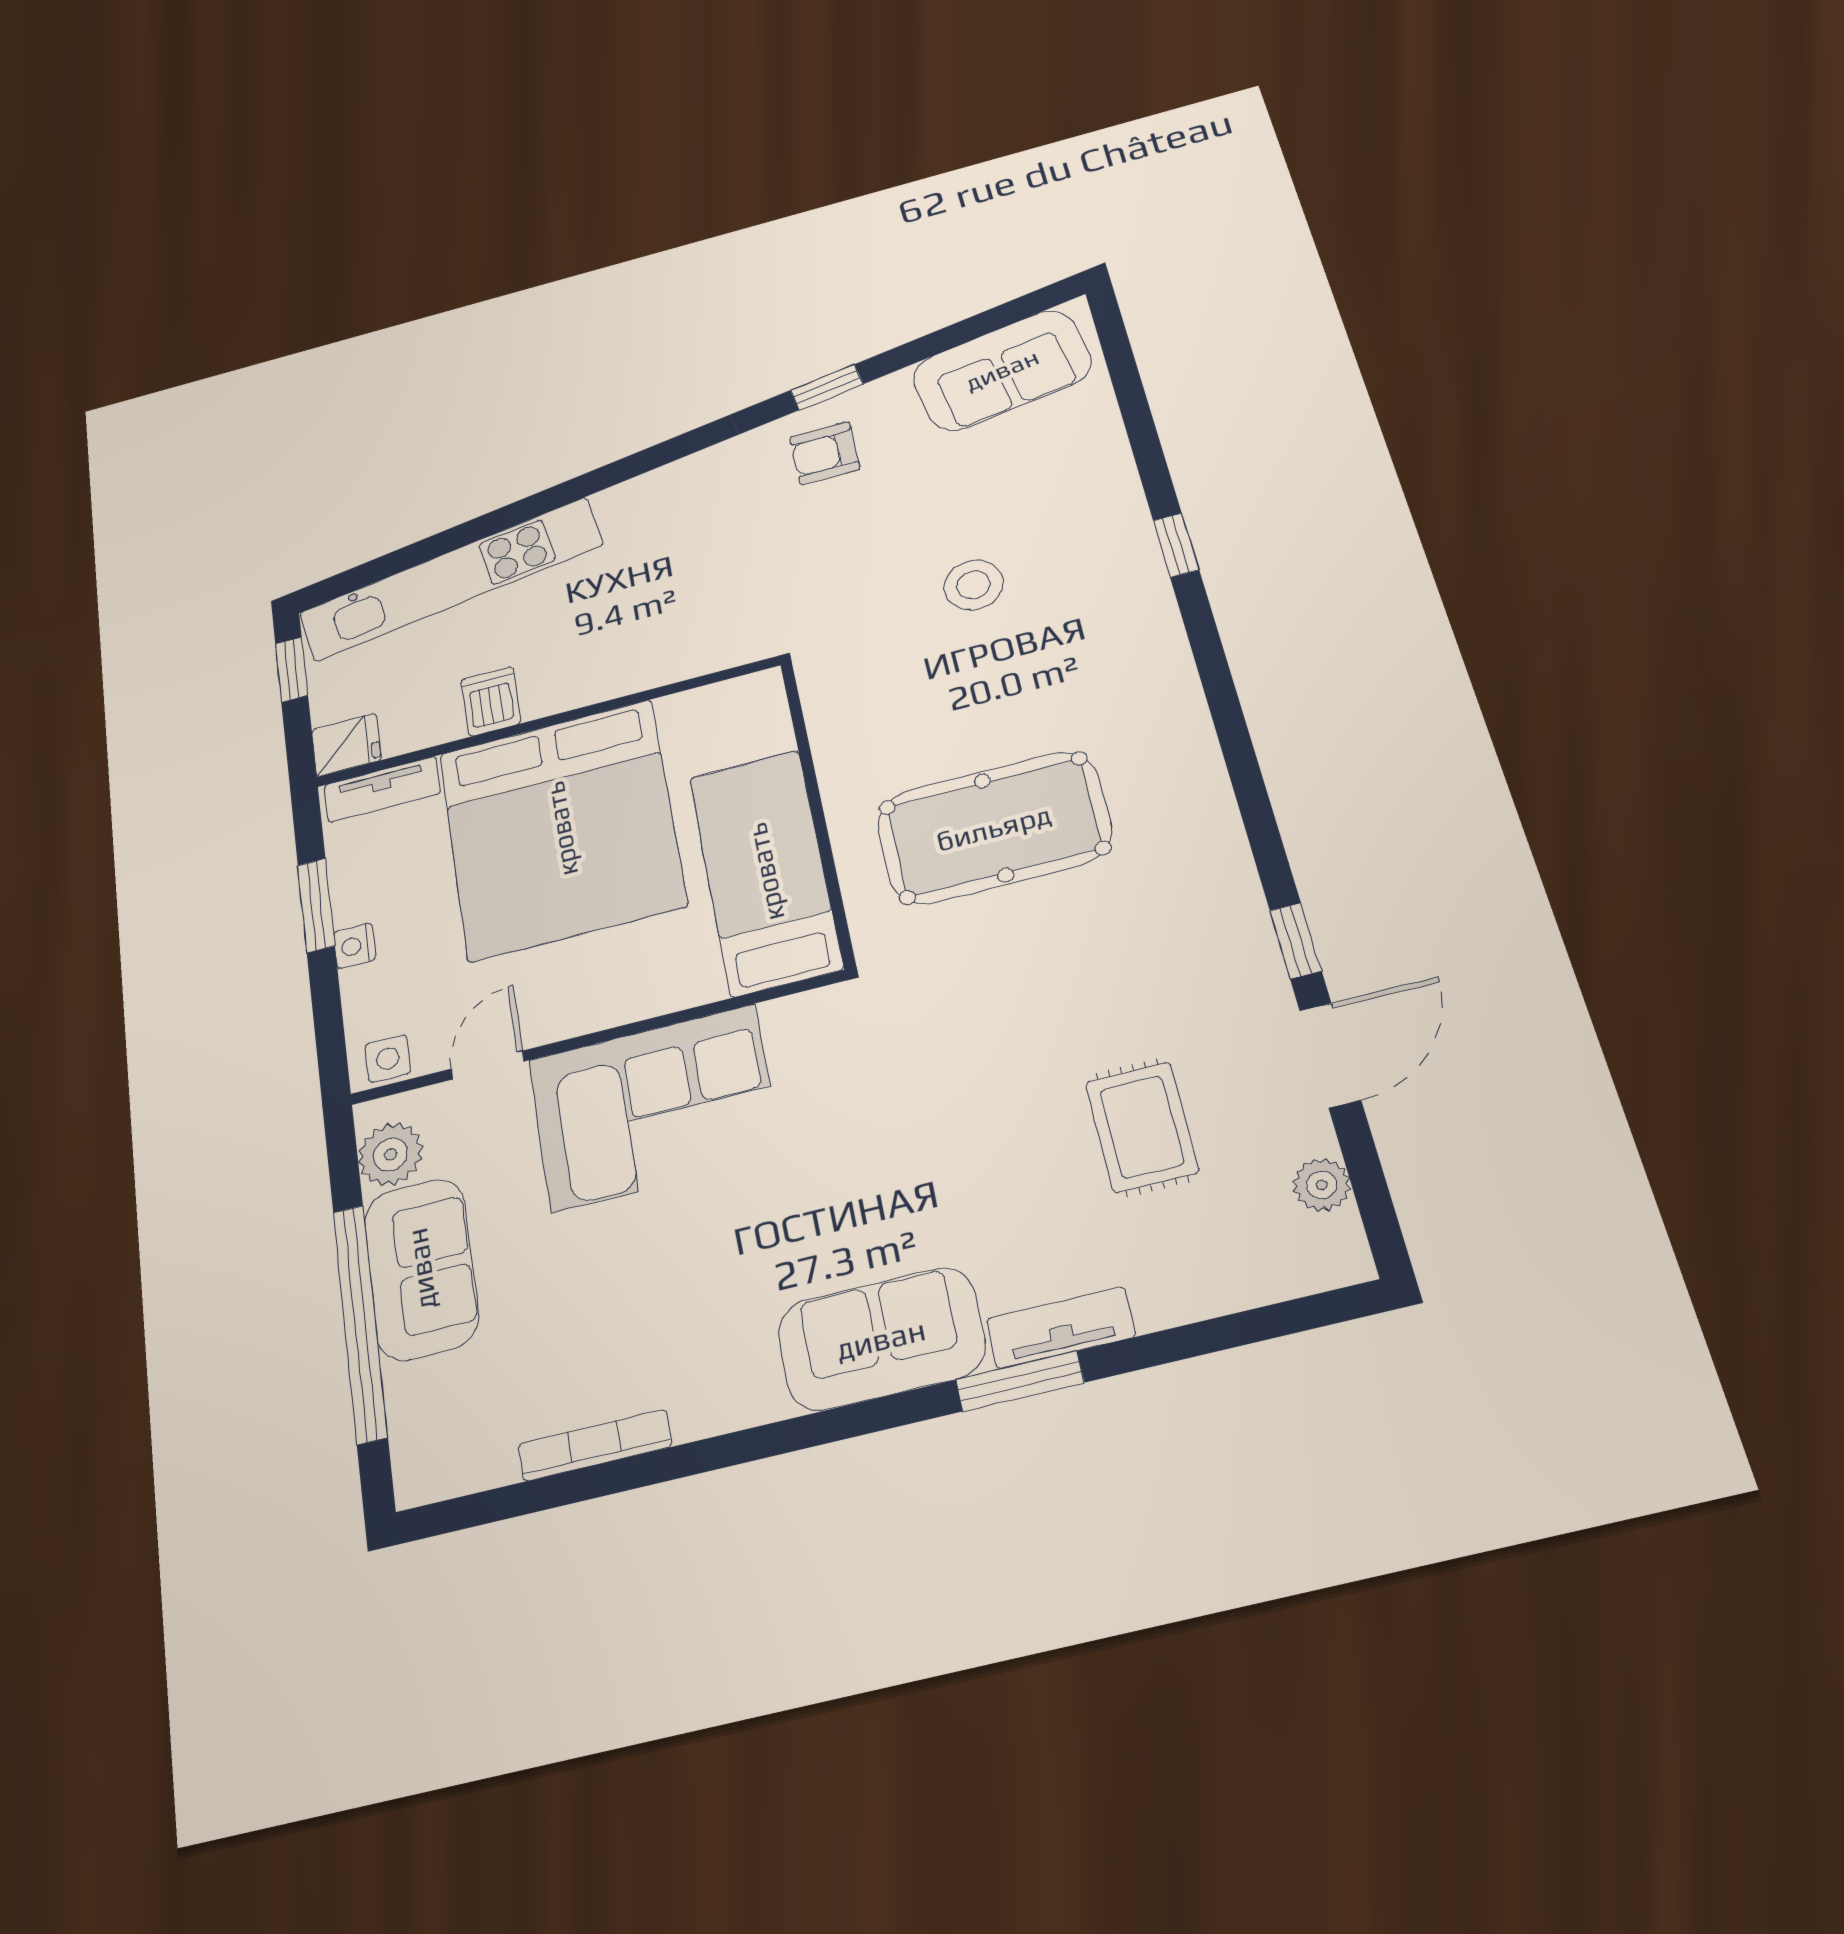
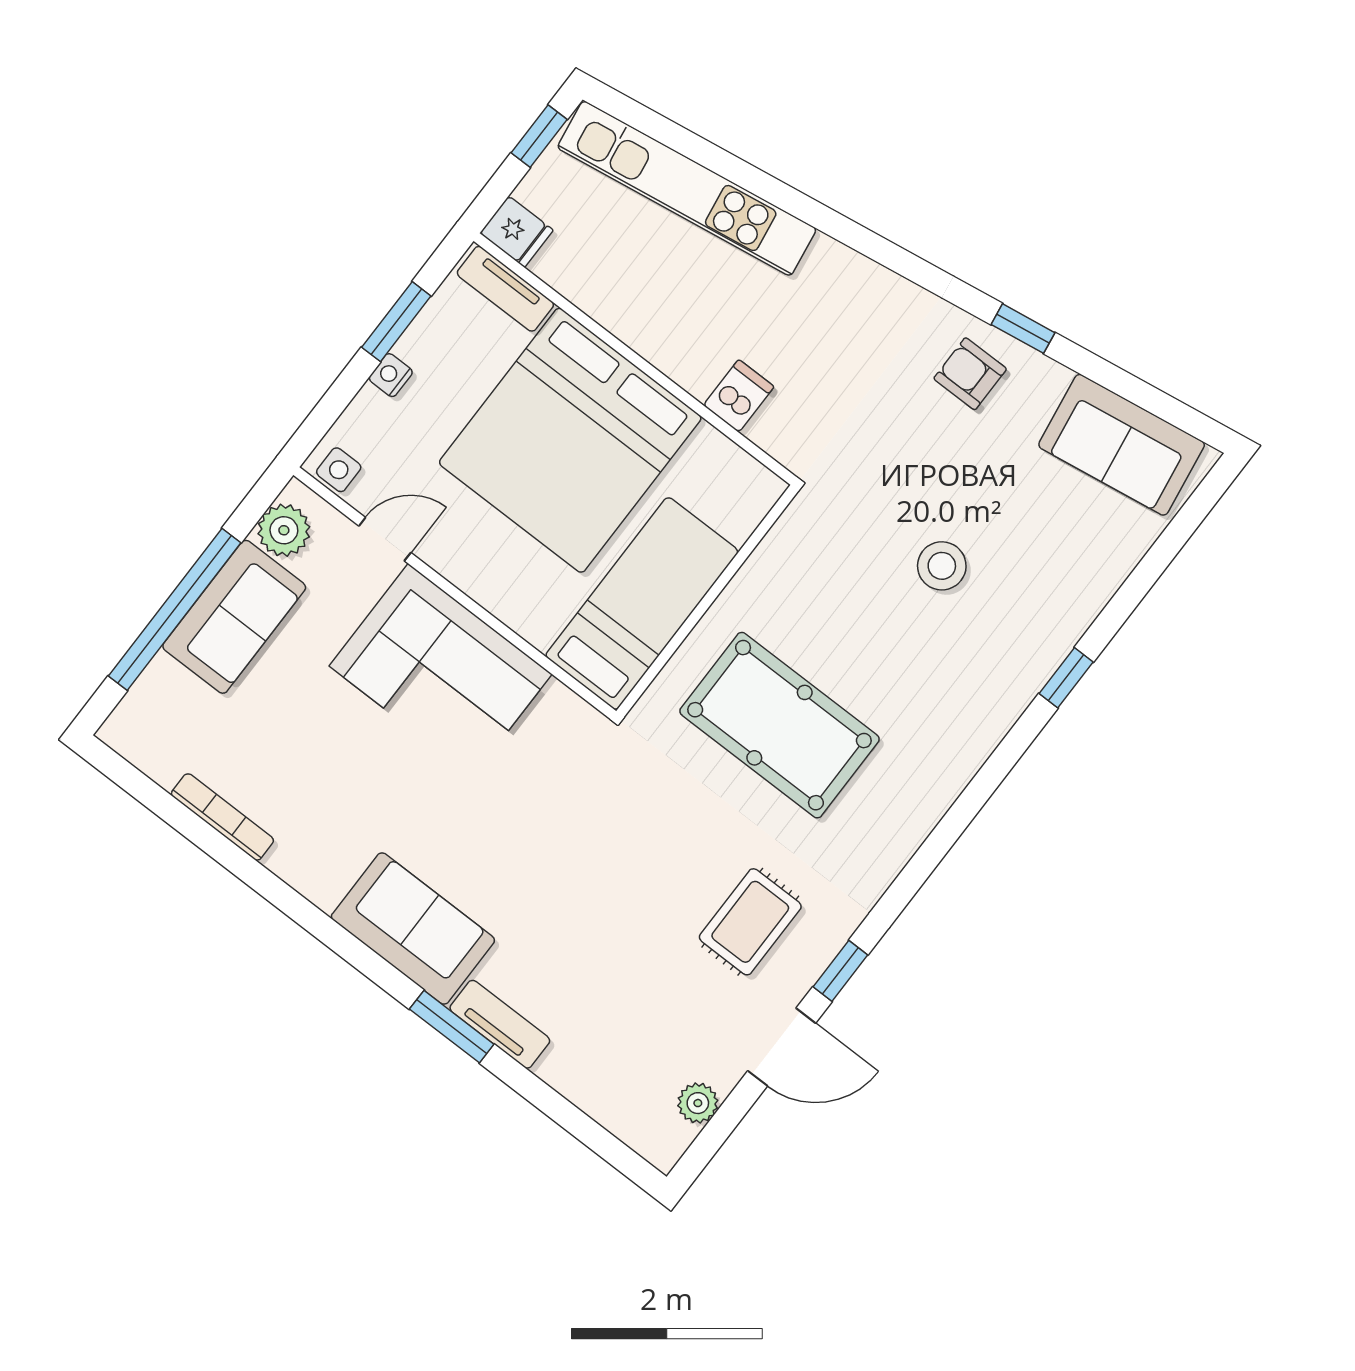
dishwasher: (491, 701) -> (739, 396), moved
rug: (1142, 1127) -> (750, 922), moved

